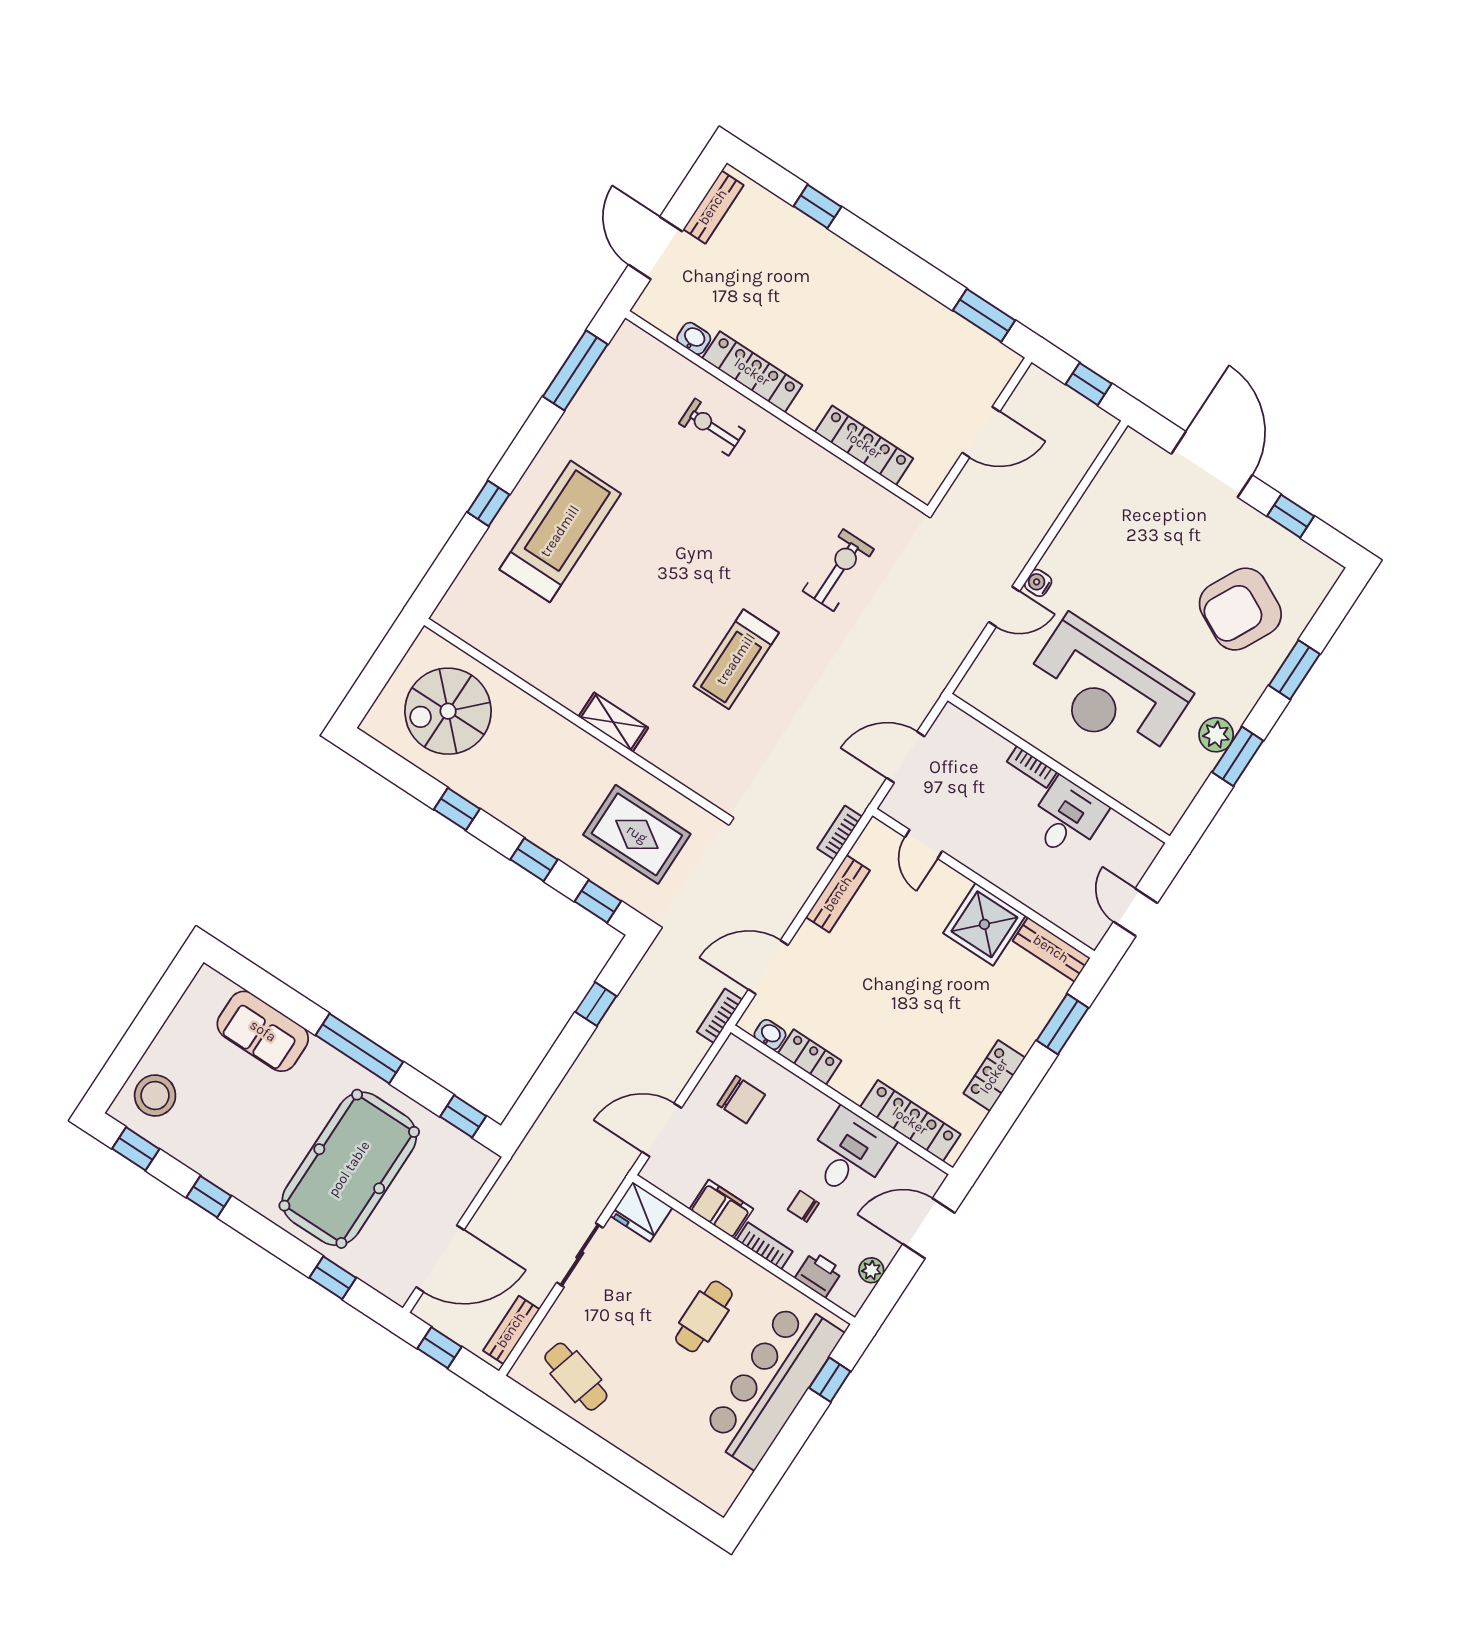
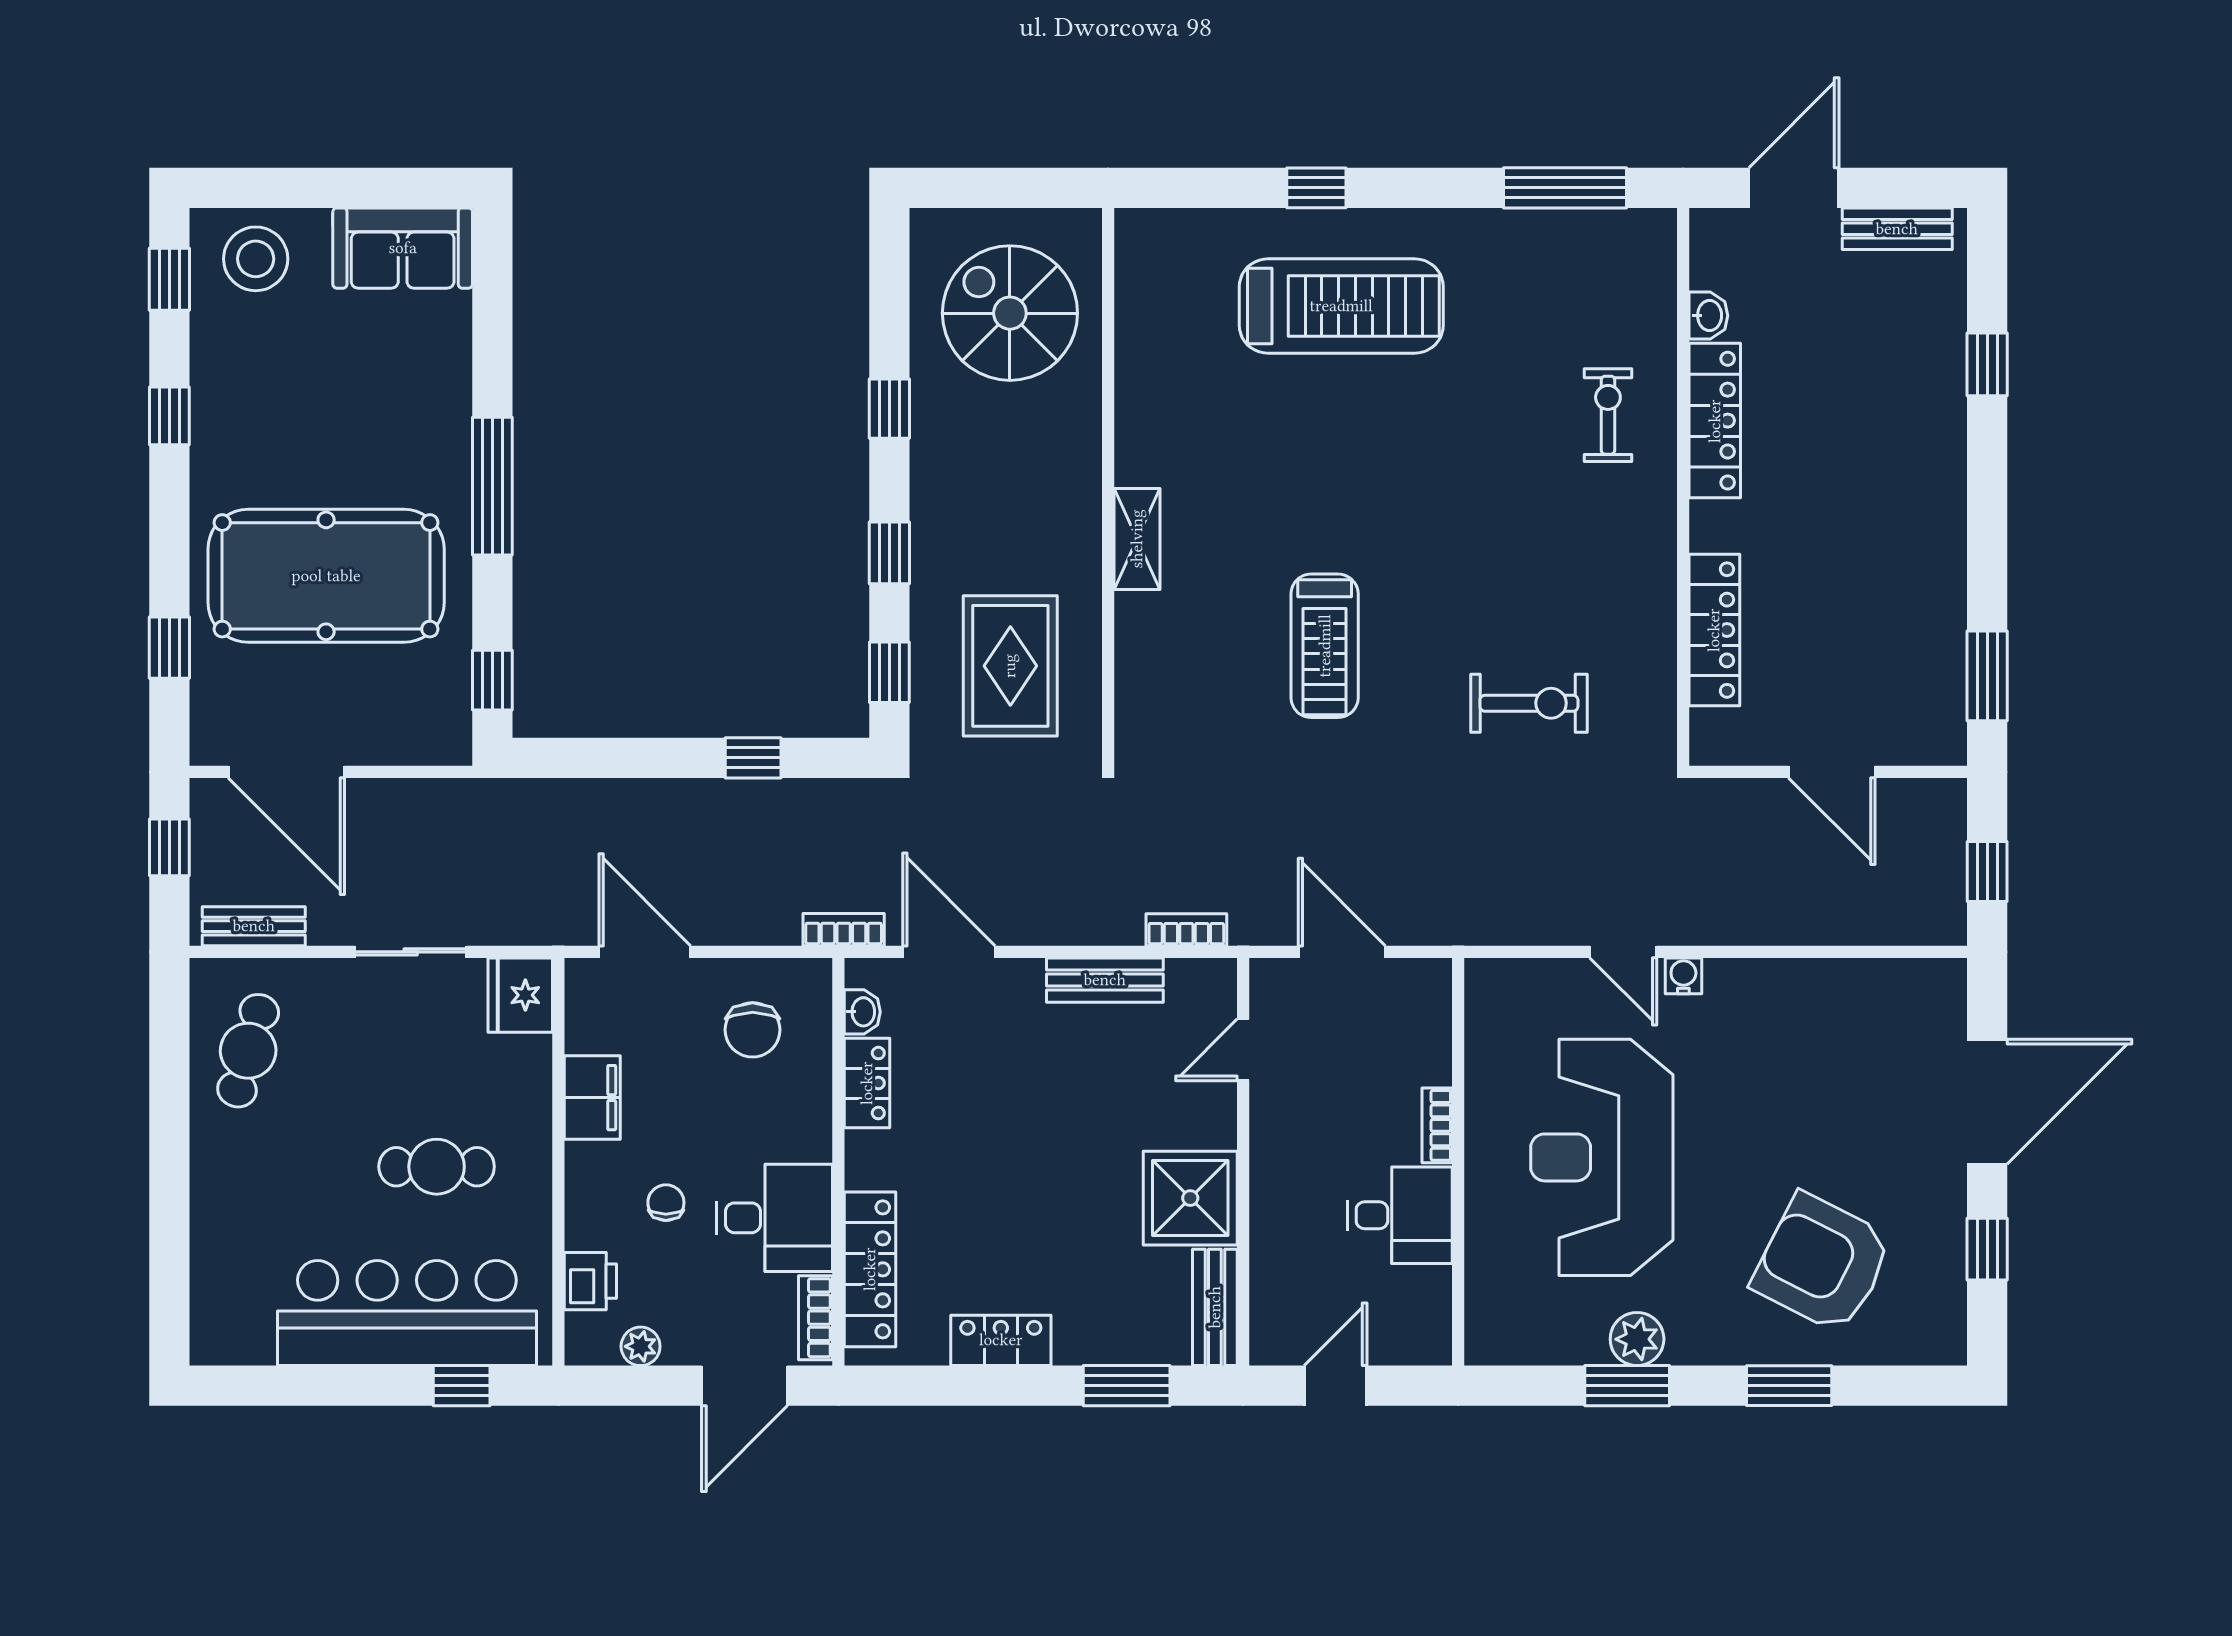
treadmill: (736, 659) -> (1325, 646), turned -90
sofa: (263, 1031) -> (403, 248), moved, turned -90
door: (929, 1228) -> (745, 1386), swing flipped
bookcase: (765, 1246) -> (815, 1318), moved, turned 180

